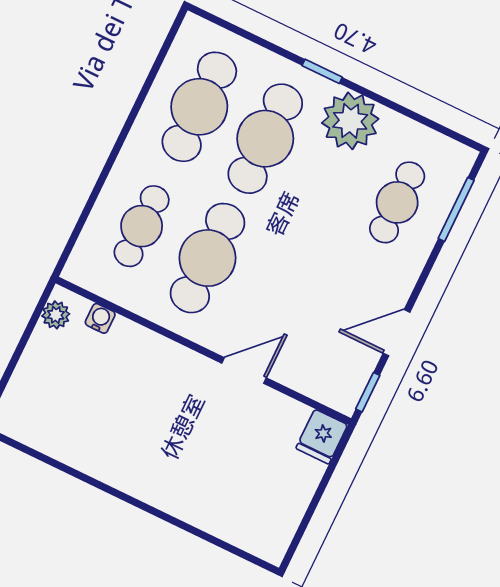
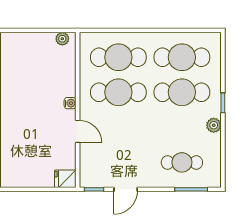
plant: (350, 121) -> (214, 125), width x0.53, depth x0.53
cafe table: (142, 226) -> (118, 57), width x1.37, depth x1.35
water cooler: (100, 318) -> (70, 103), moved
door: (397, 333) -> (126, 189), swing flipped

